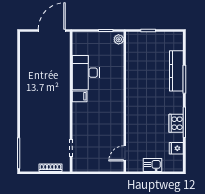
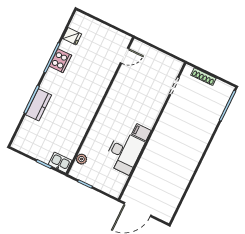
plant: (119, 39) -> (82, 159), moved
kitchen counter: (176, 71) -> (39, 105), width x0.67
kitchen sink: (152, 165) -> (60, 163), moved, turned 180

